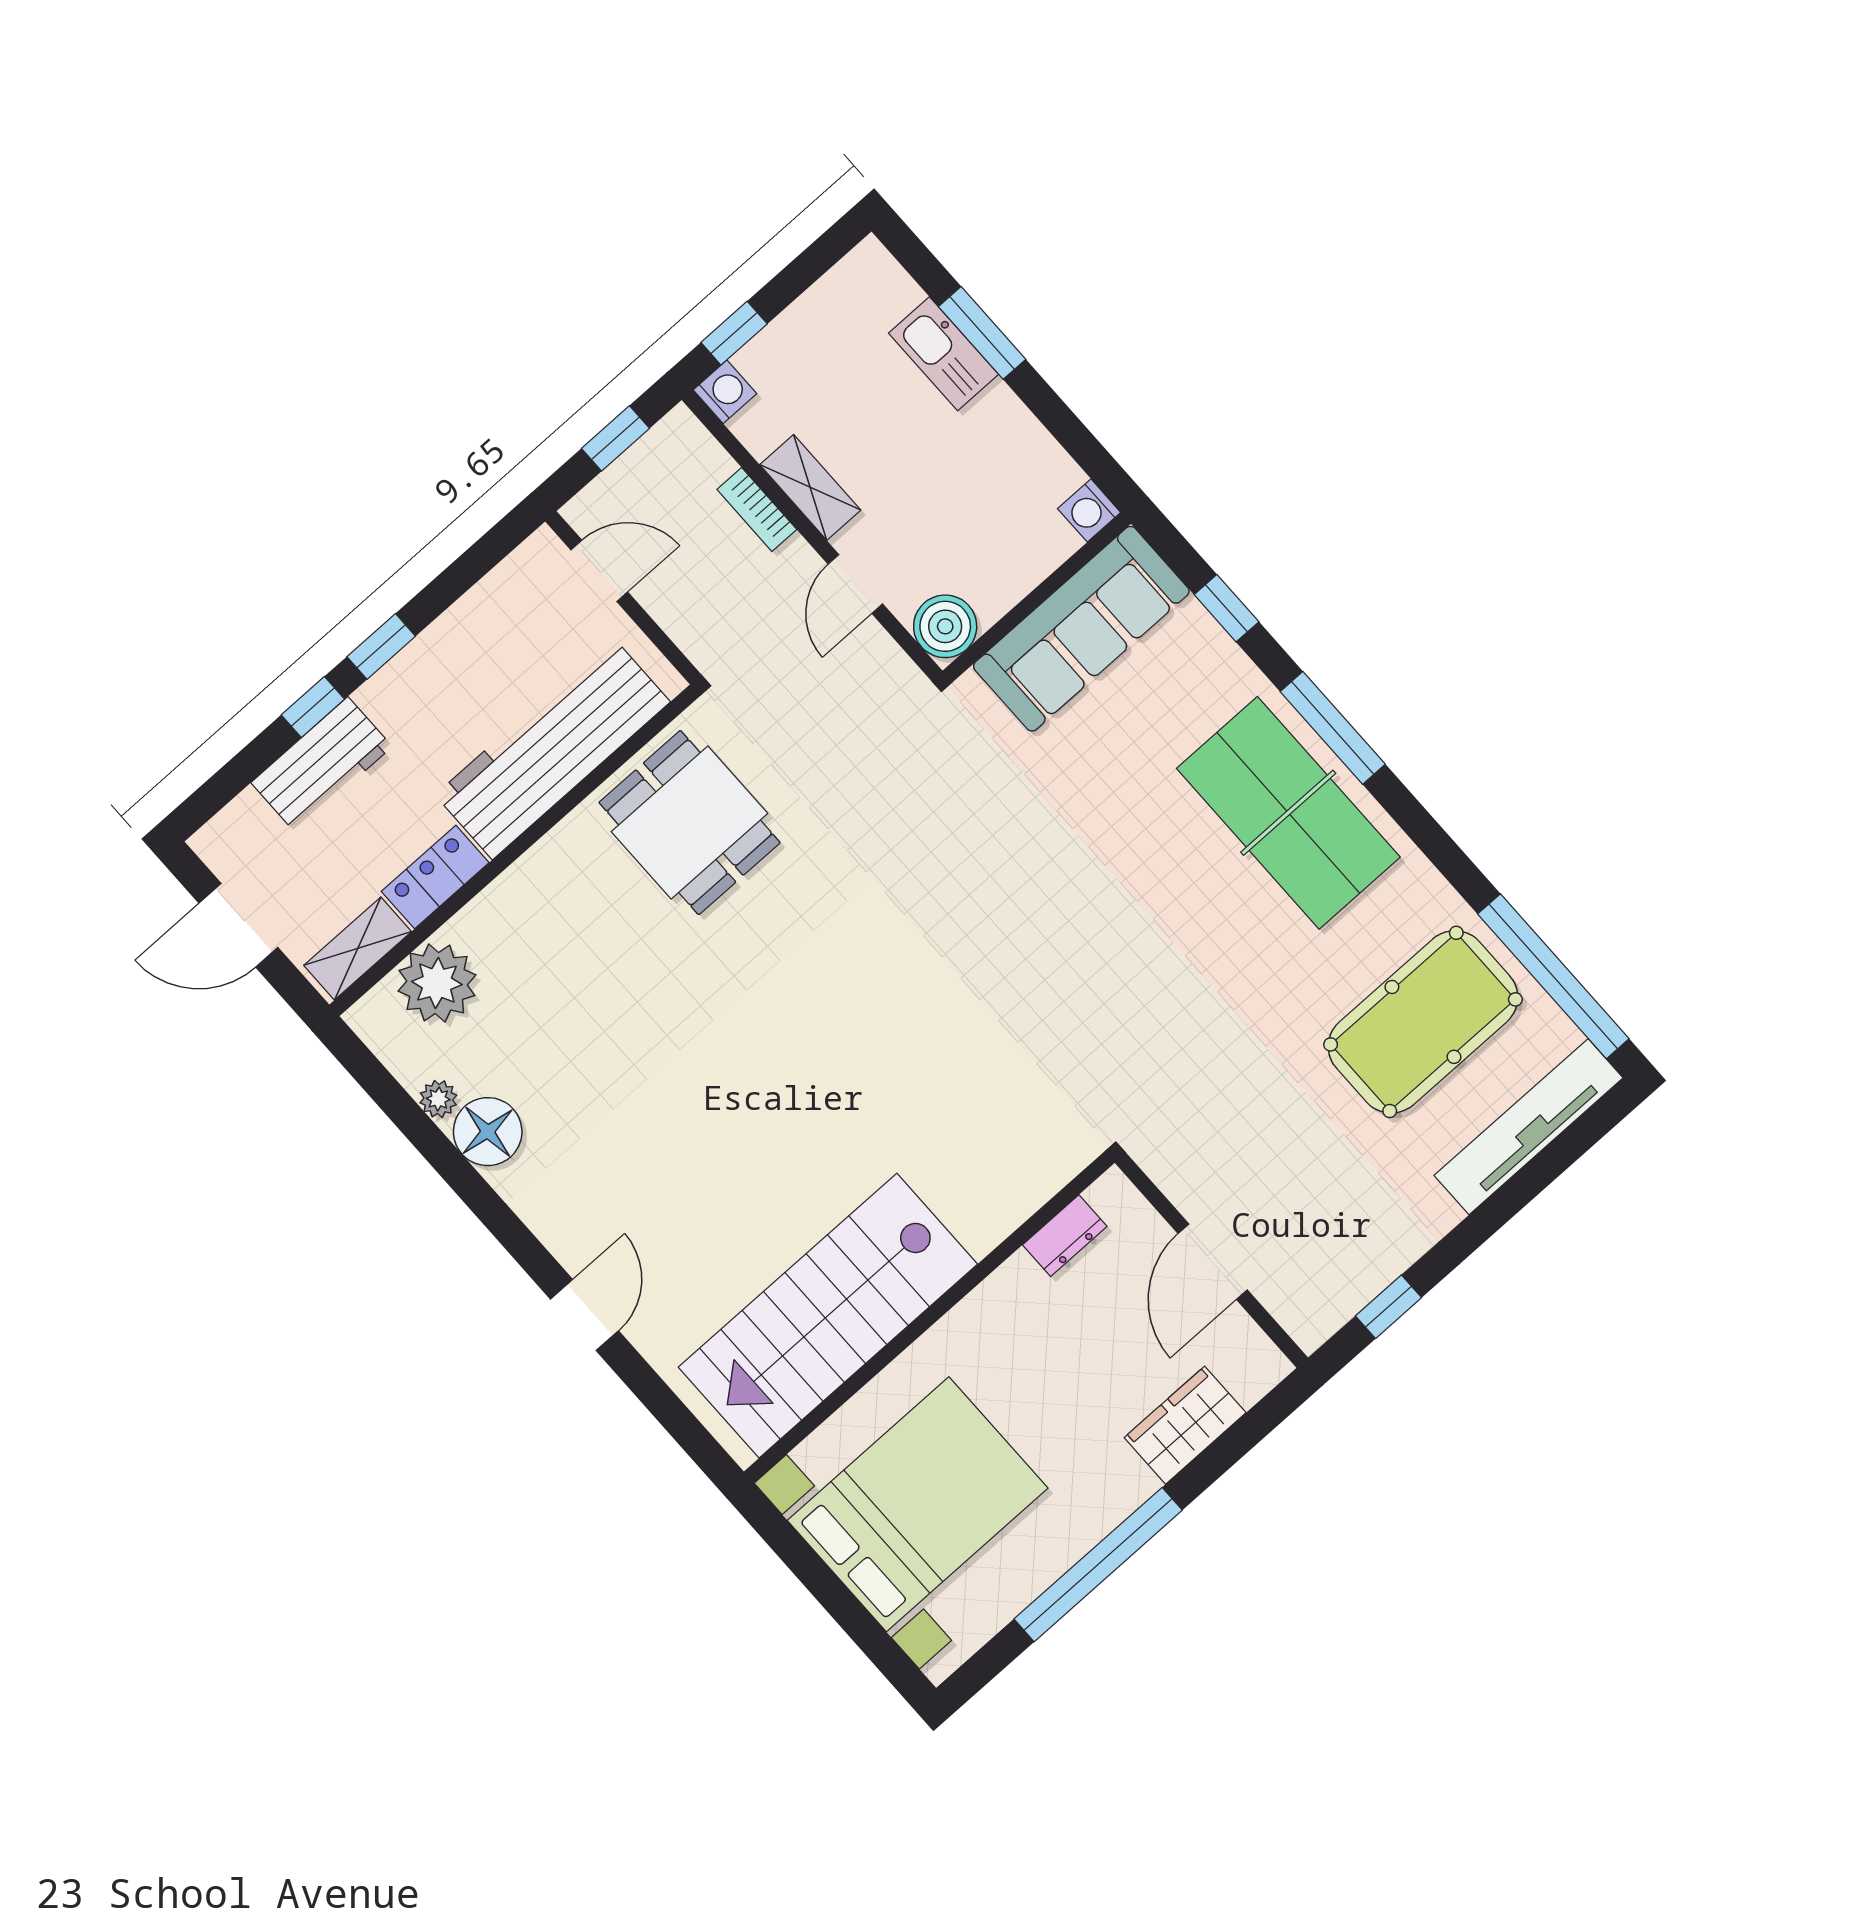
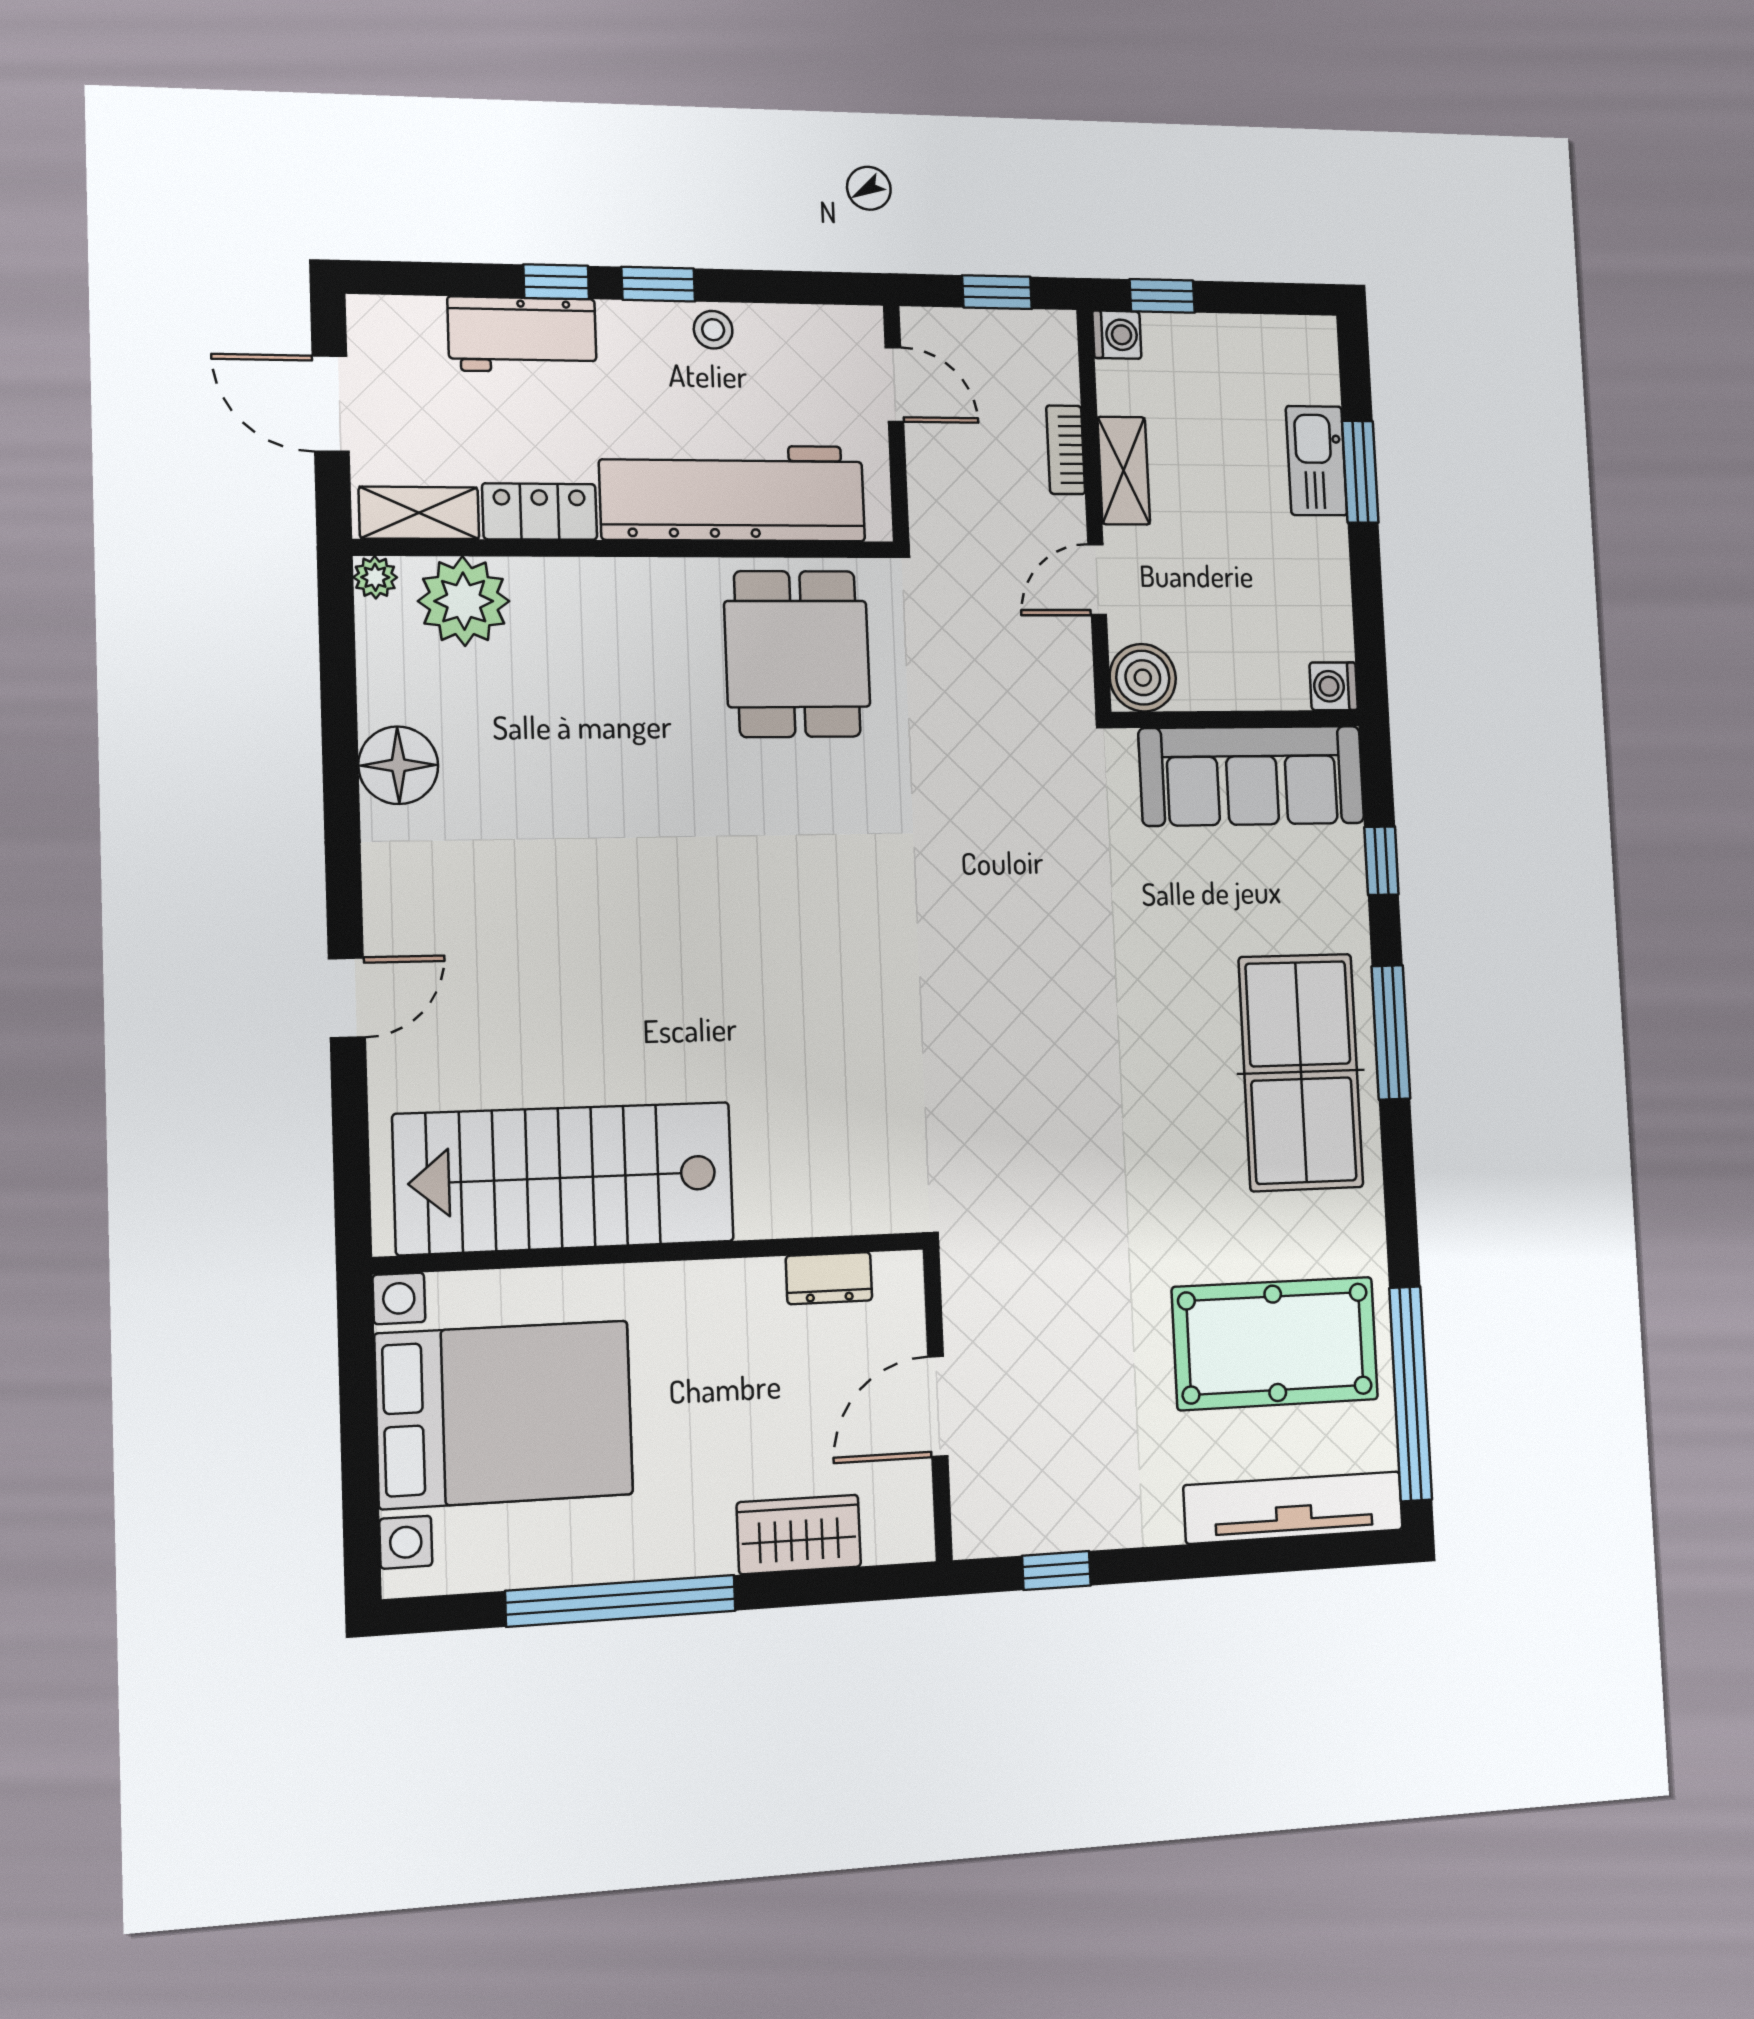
stool: (444, 645) -> (713, 330), added
plant: (438, 1099) -> (375, 577), moved

